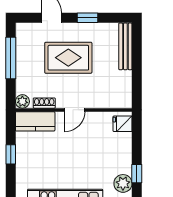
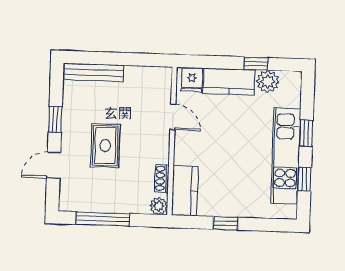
rug: (68, 58) -> (105, 146), width x0.73, depth x0.70
door: (75, 110) -> (173, 117), moved
kitchen counter: (122, 153) -> (229, 82), added

